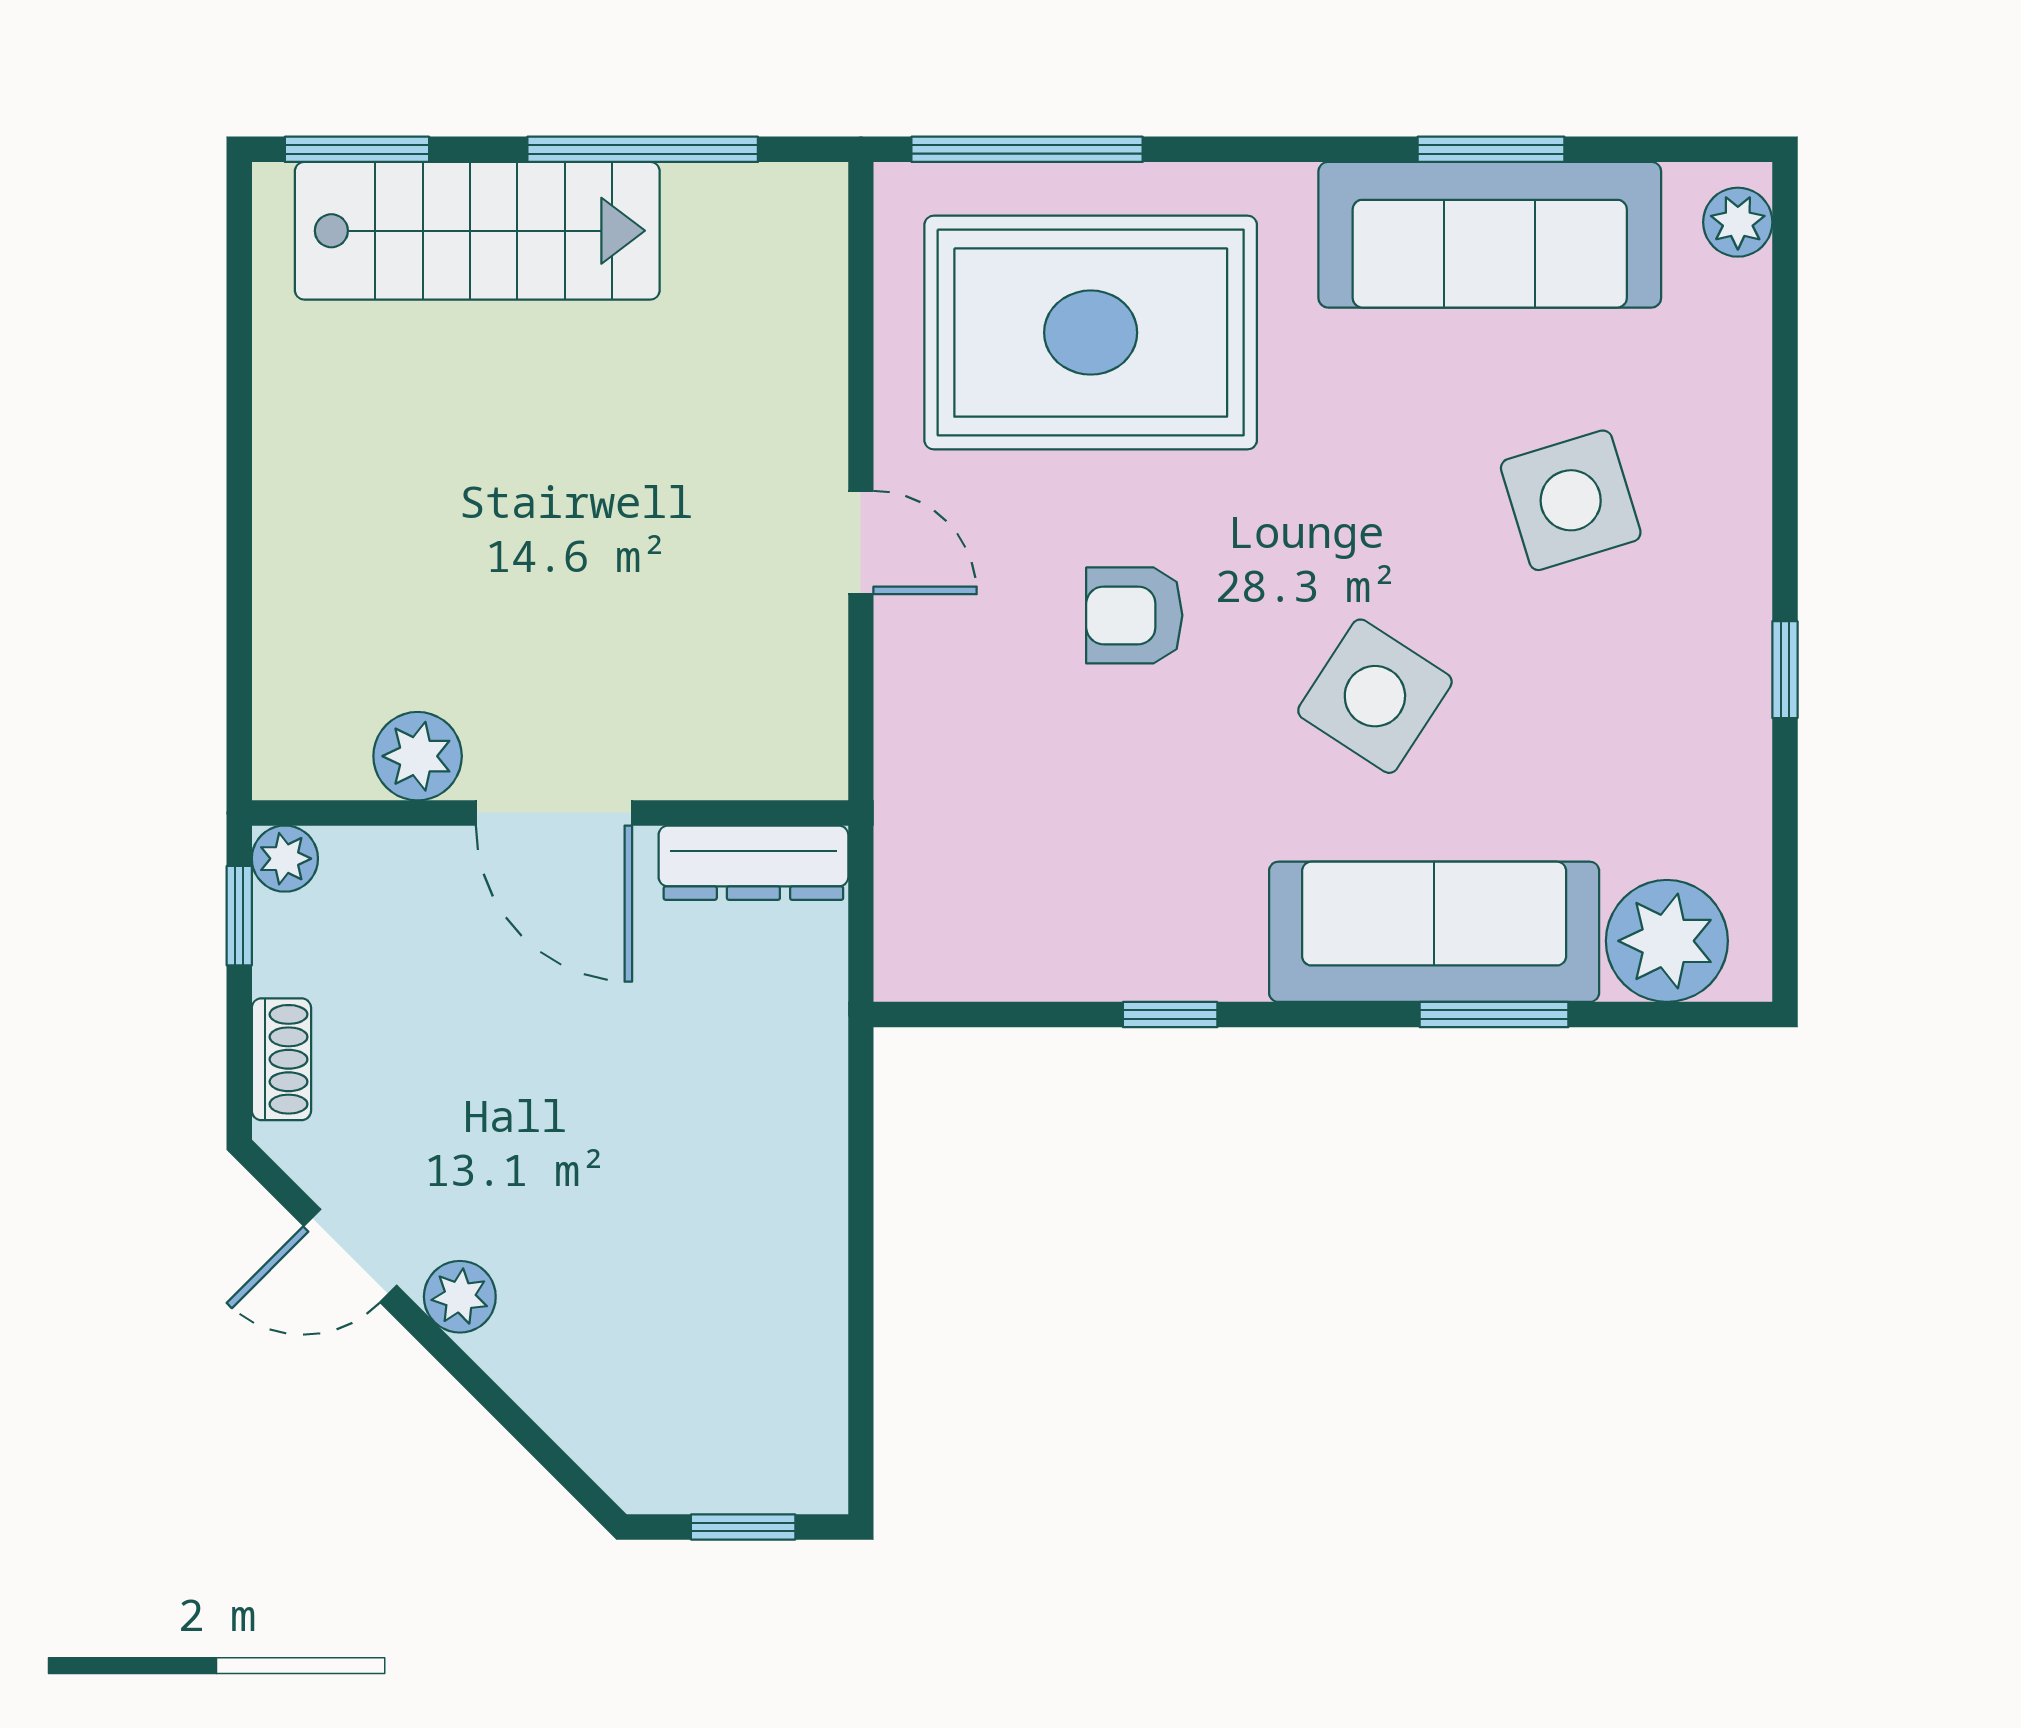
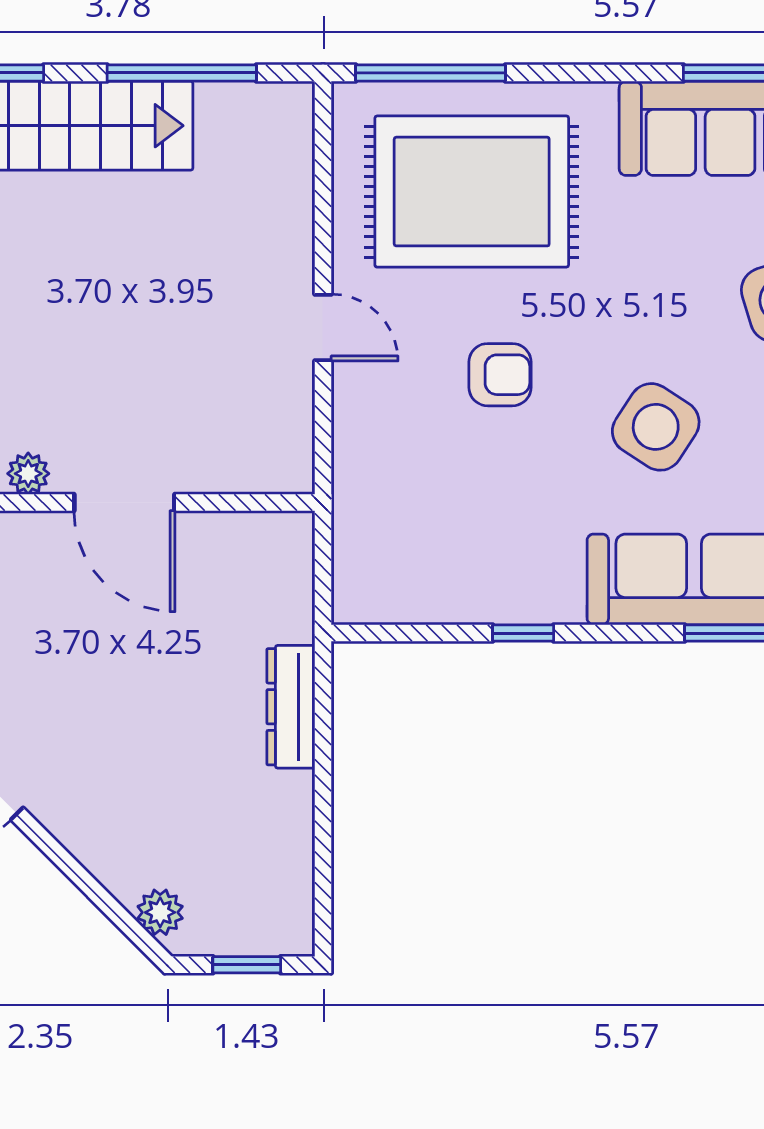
armchair: (1134, 615) -> (500, 375), turned 180
plant: (418, 756) -> (28, 474), width x0.73, depth x0.73
dresser: (753, 863) -> (291, 707), moved, turned 90
plant: (460, 1297) -> (160, 912), moved

